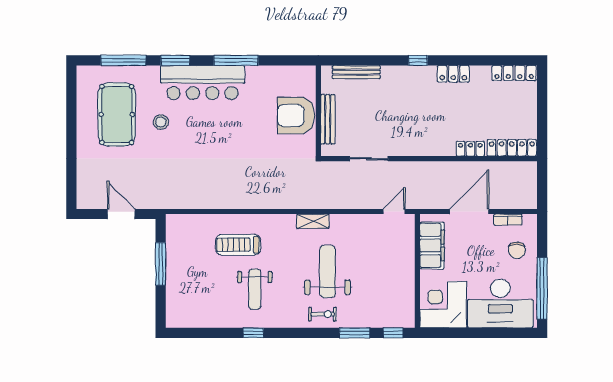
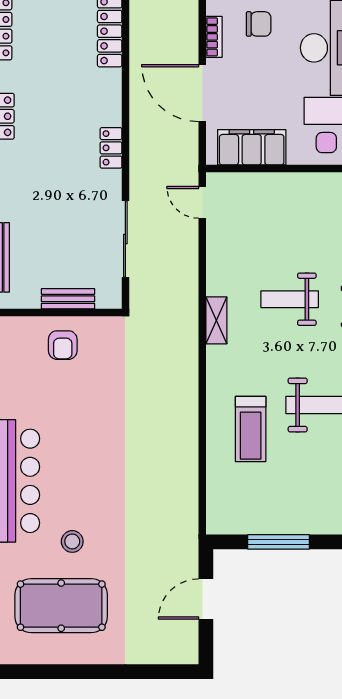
armchair: (296, 116) -> (63, 345), width x0.53, depth x0.53
bench: (328, 119) -> (68, 299), width x0.73
locker: (470, 149) -> (111, 148), moved
sliding door: (369, 159) -> (125, 239), width x1.37
weight bench: (327, 272) -> (290, 299), width x0.73, depth x0.75

